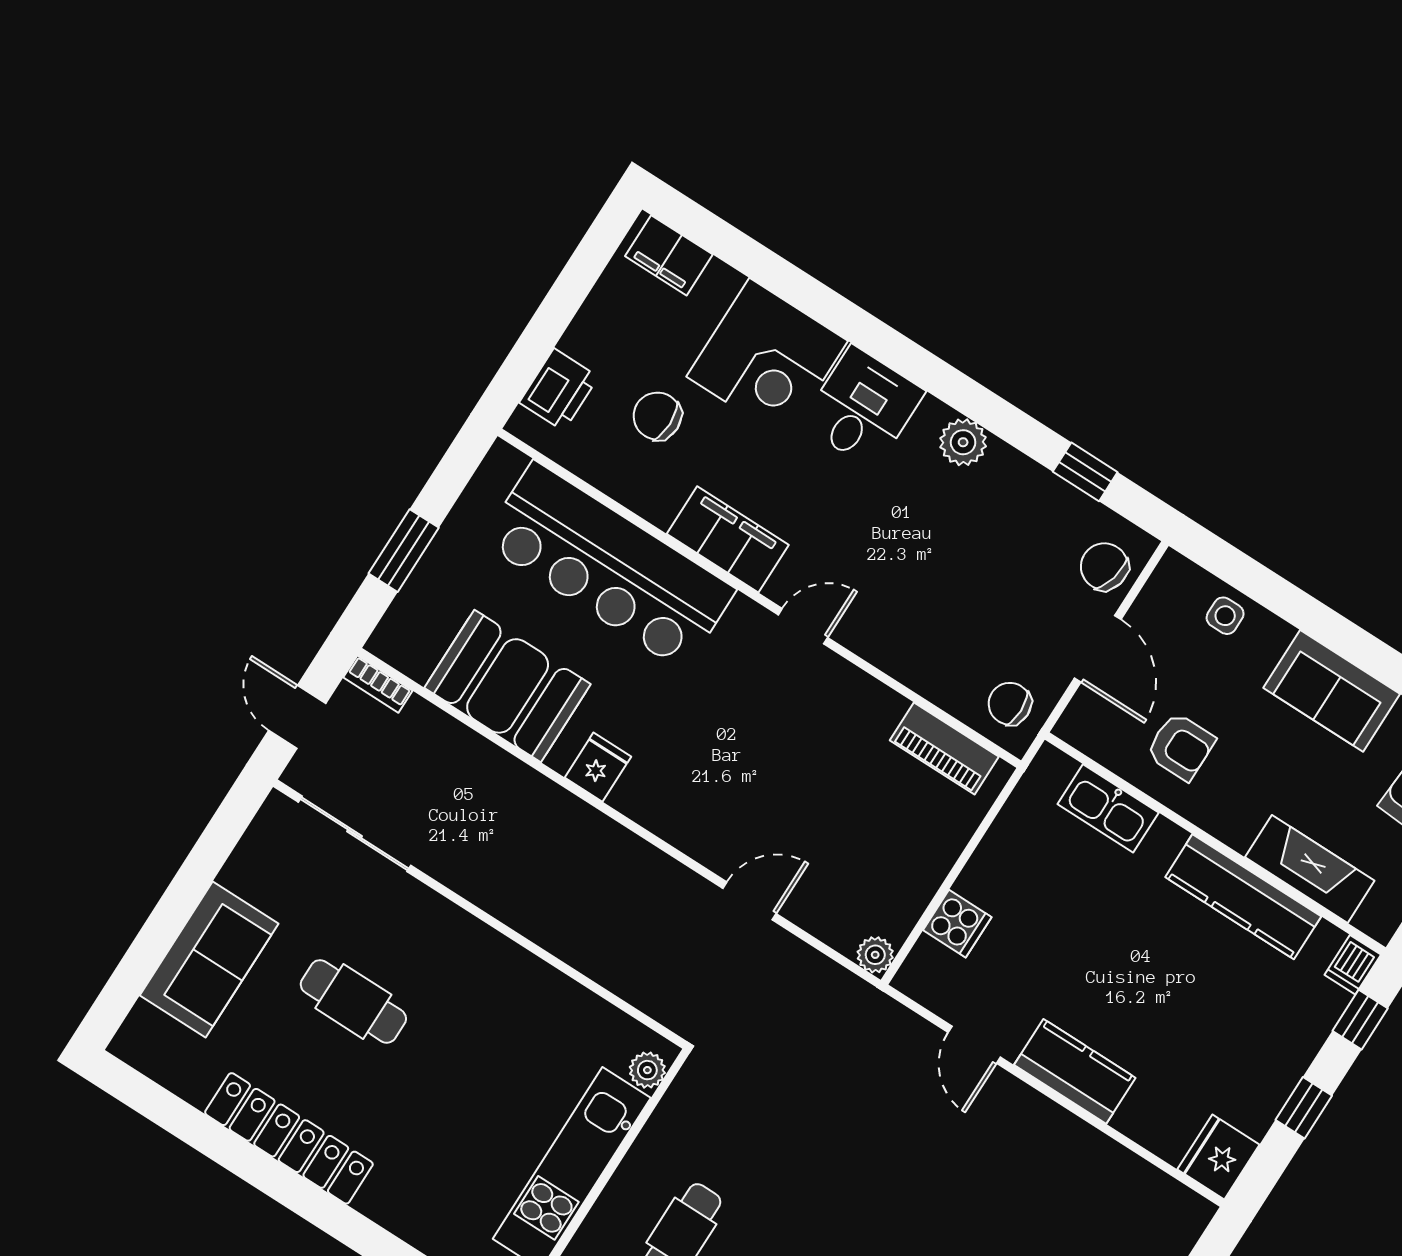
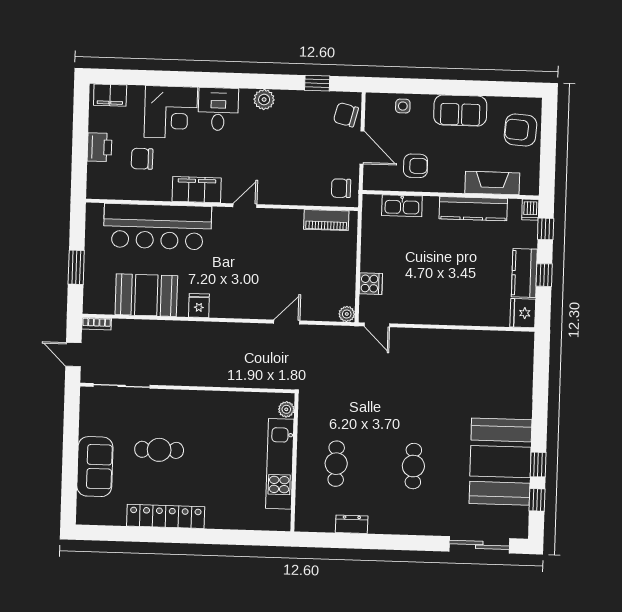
printer: (559, 390) -> (99, 147), moved
door: (974, 1045) -> (377, 325), moved
kitchen counter: (1075, 1071) -> (524, 273), moved, turned -90

